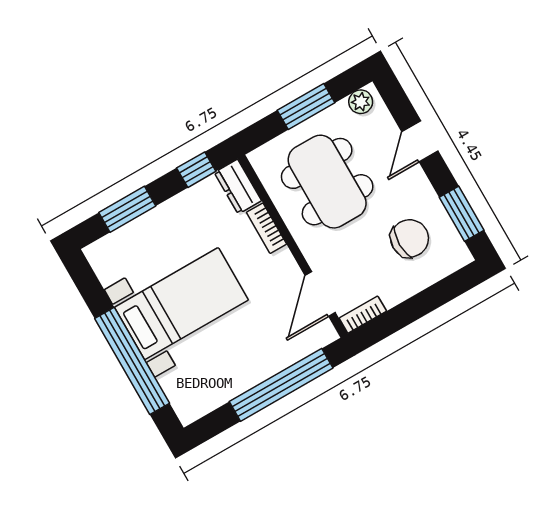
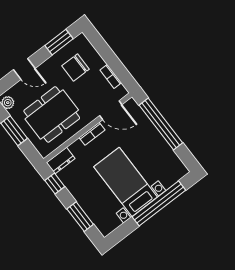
bookcase: (266, 228) -> (92, 134), moved
chair: (410, 238) -> (76, 68), turned -90
bookcase: (363, 315) -> (111, 76), moved

